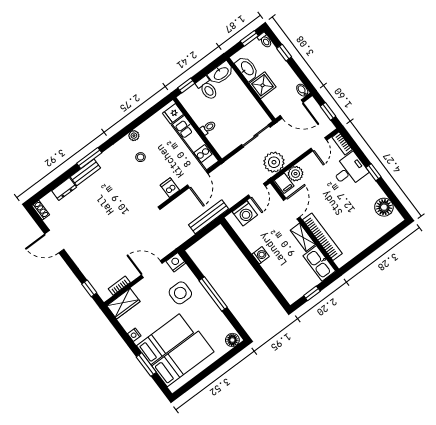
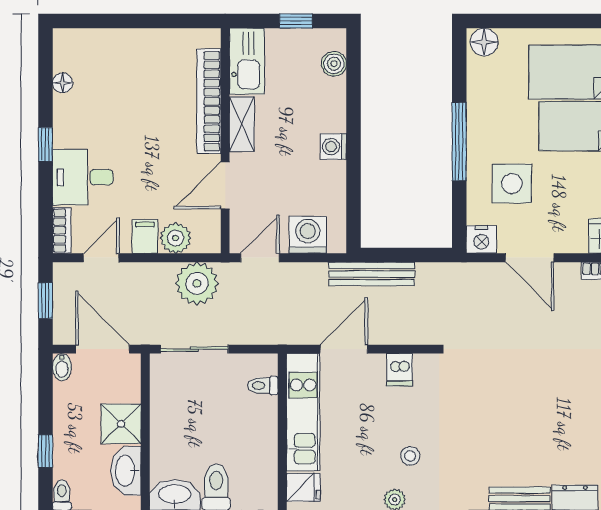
toilet: (208, 128) -> (263, 386), moved
filing cabinet: (284, 183) -> (145, 236), moved
floor lamp: (384, 207) -> (62, 83), width x0.53, depth x0.53
boiler: (285, 288) -> (334, 64), added

